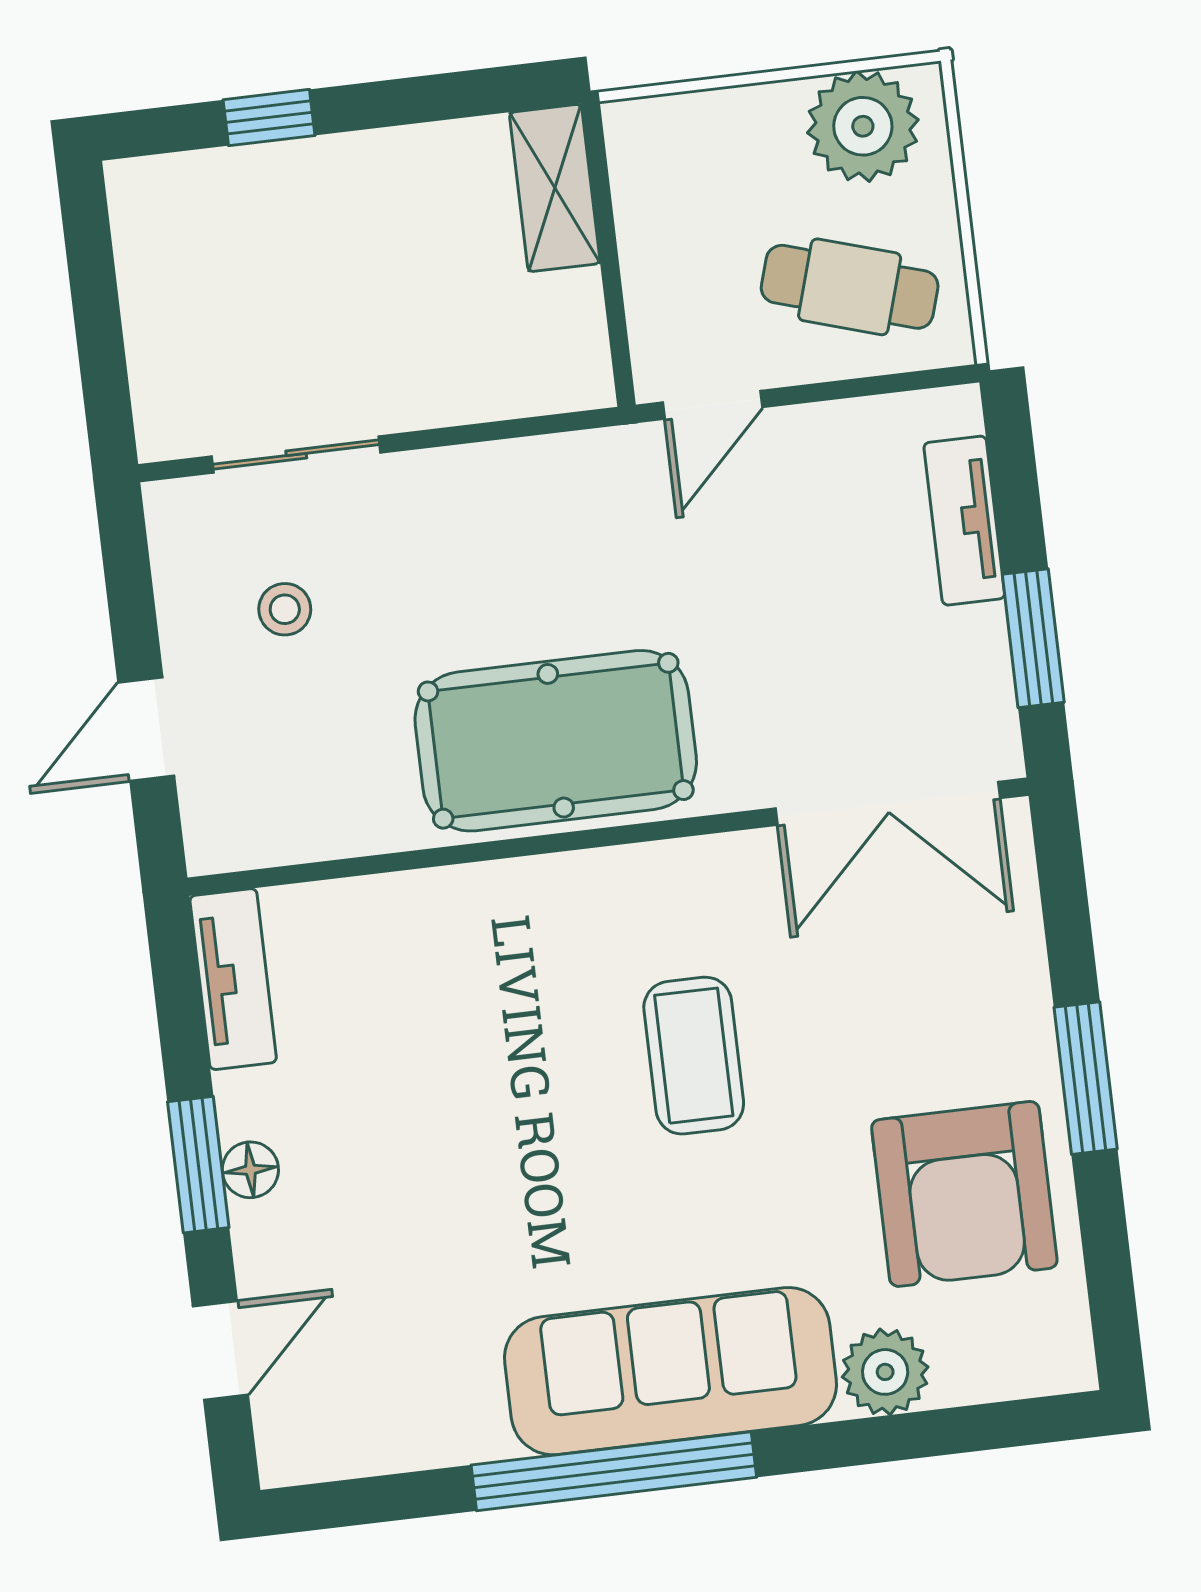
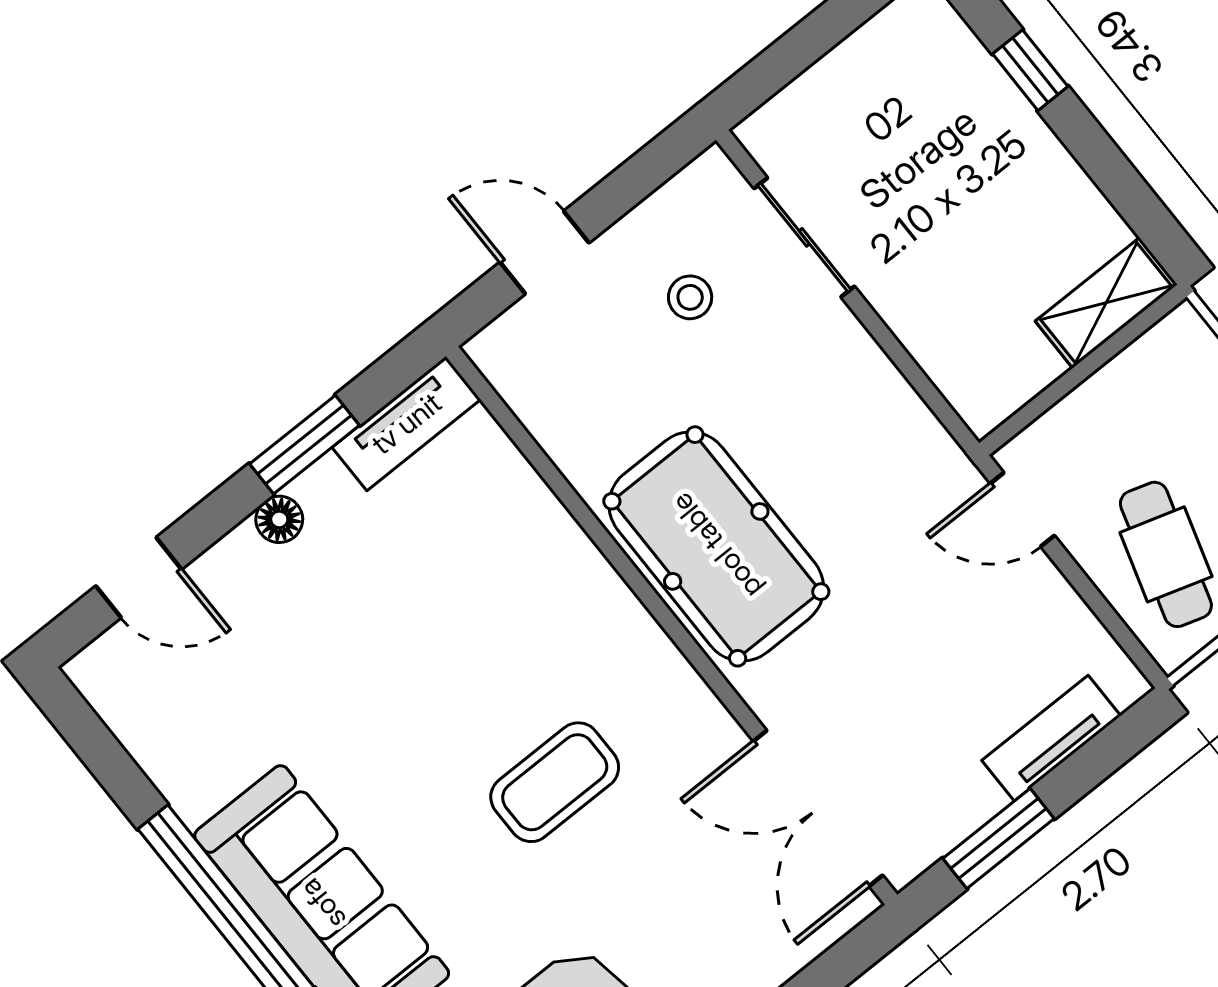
window: (198, 1165) -> (305, 445), moved

